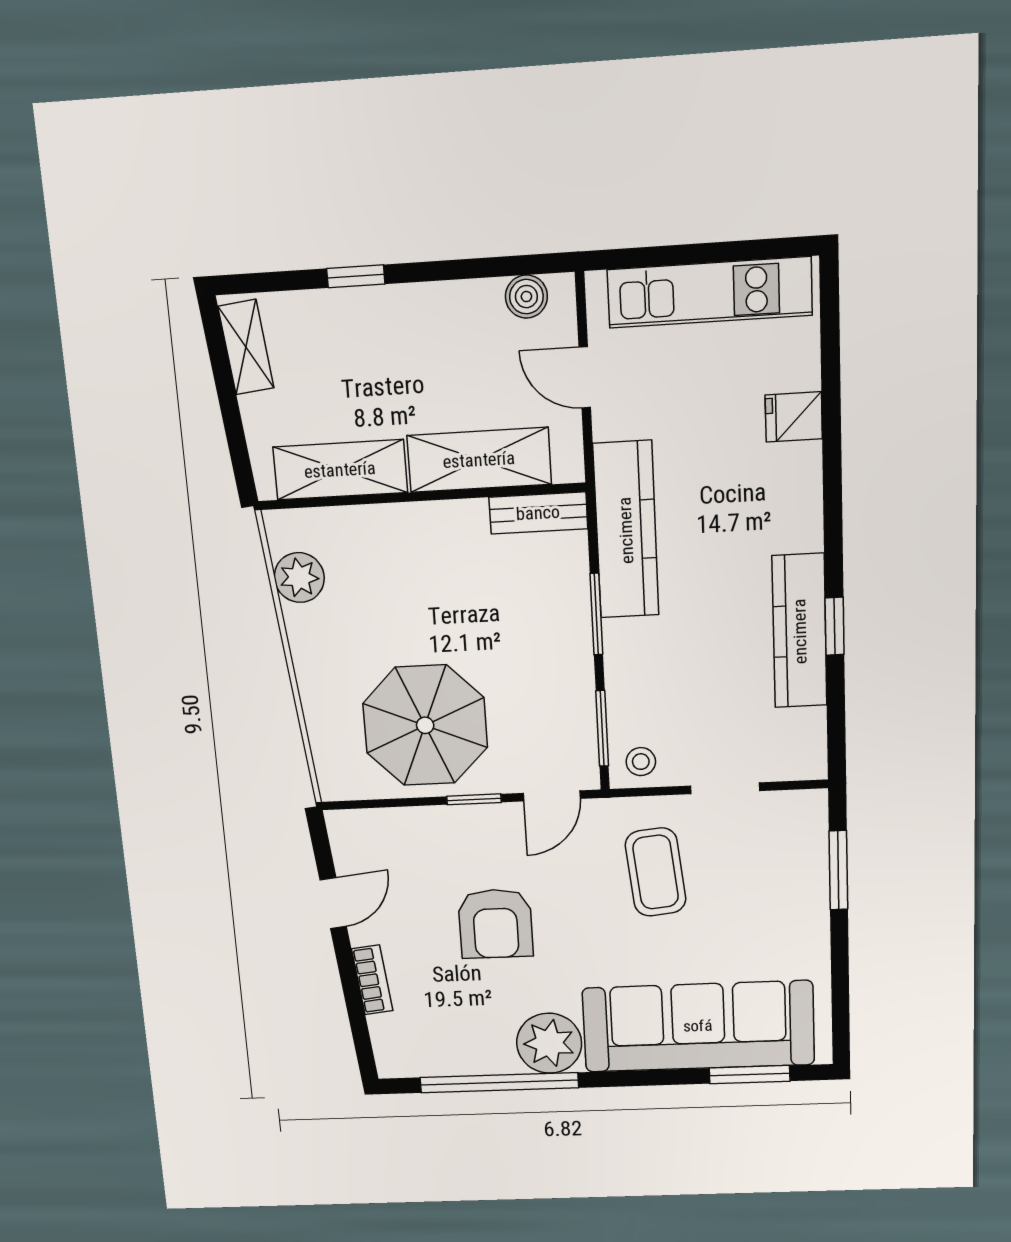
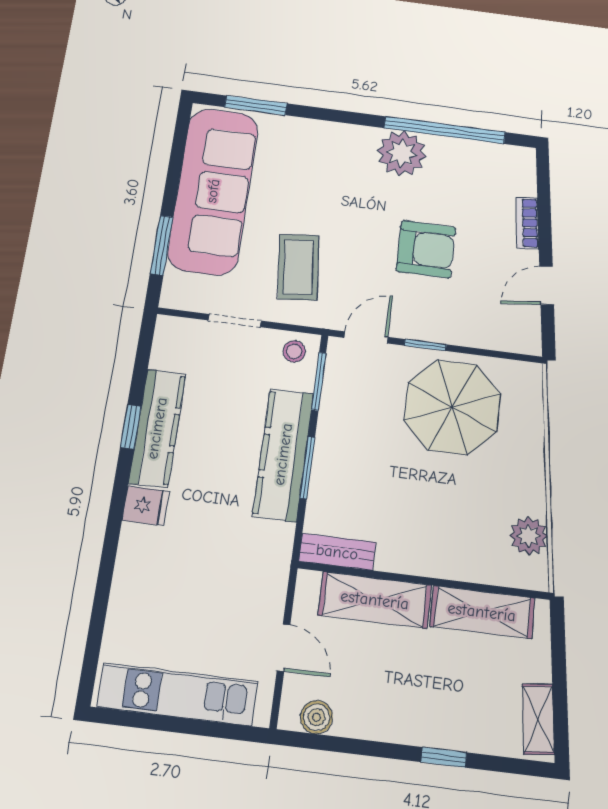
fridge: (794, 417) -> (146, 506), moved
kitchen counter: (626, 530) -> (283, 454), moved
armchair: (495, 924) -> (426, 249), turned 90
sofa: (698, 1026) -> (213, 191), moved, turned -90

